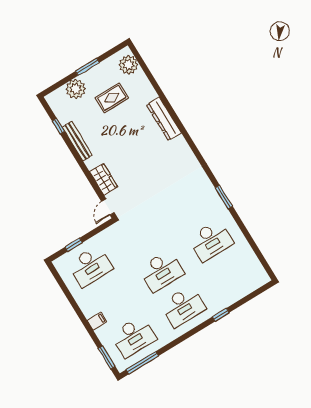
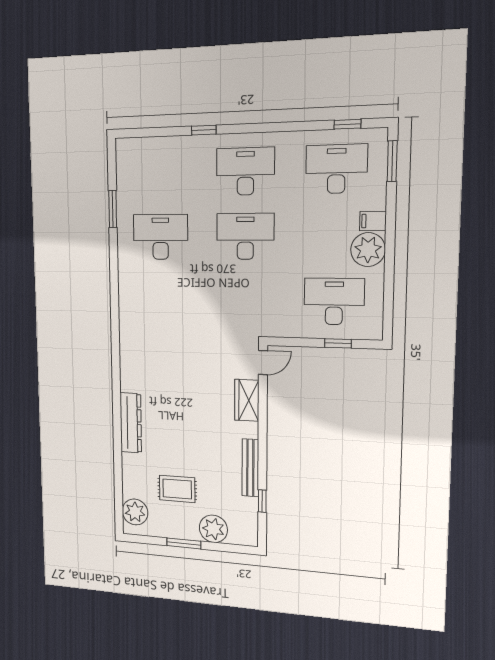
window: (224, 197) -> (113, 209), moved
plant: (90, 305) -> (368, 250), added
window: (142, 363) -> (347, 124), width x0.46

